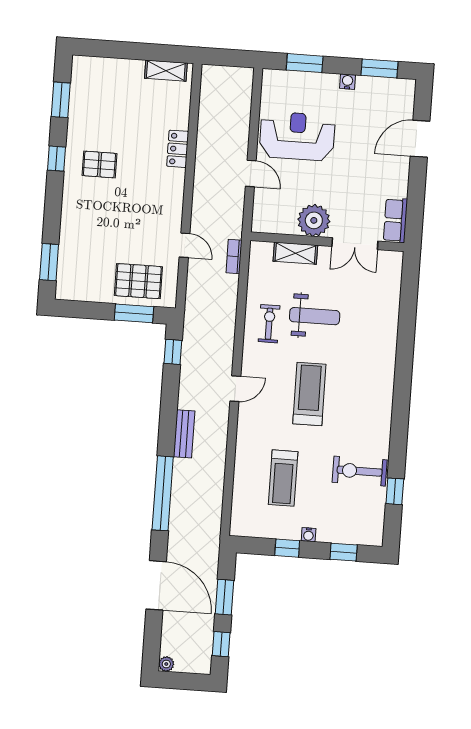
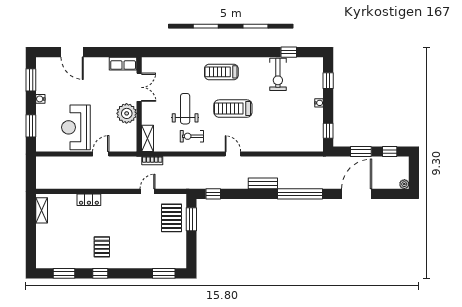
shelving: (295, 253) -> (148, 138), moved
treadmill: (283, 478) -> (221, 72), moved, turned 180
window: (287, 548) -> (328, 131), moved

